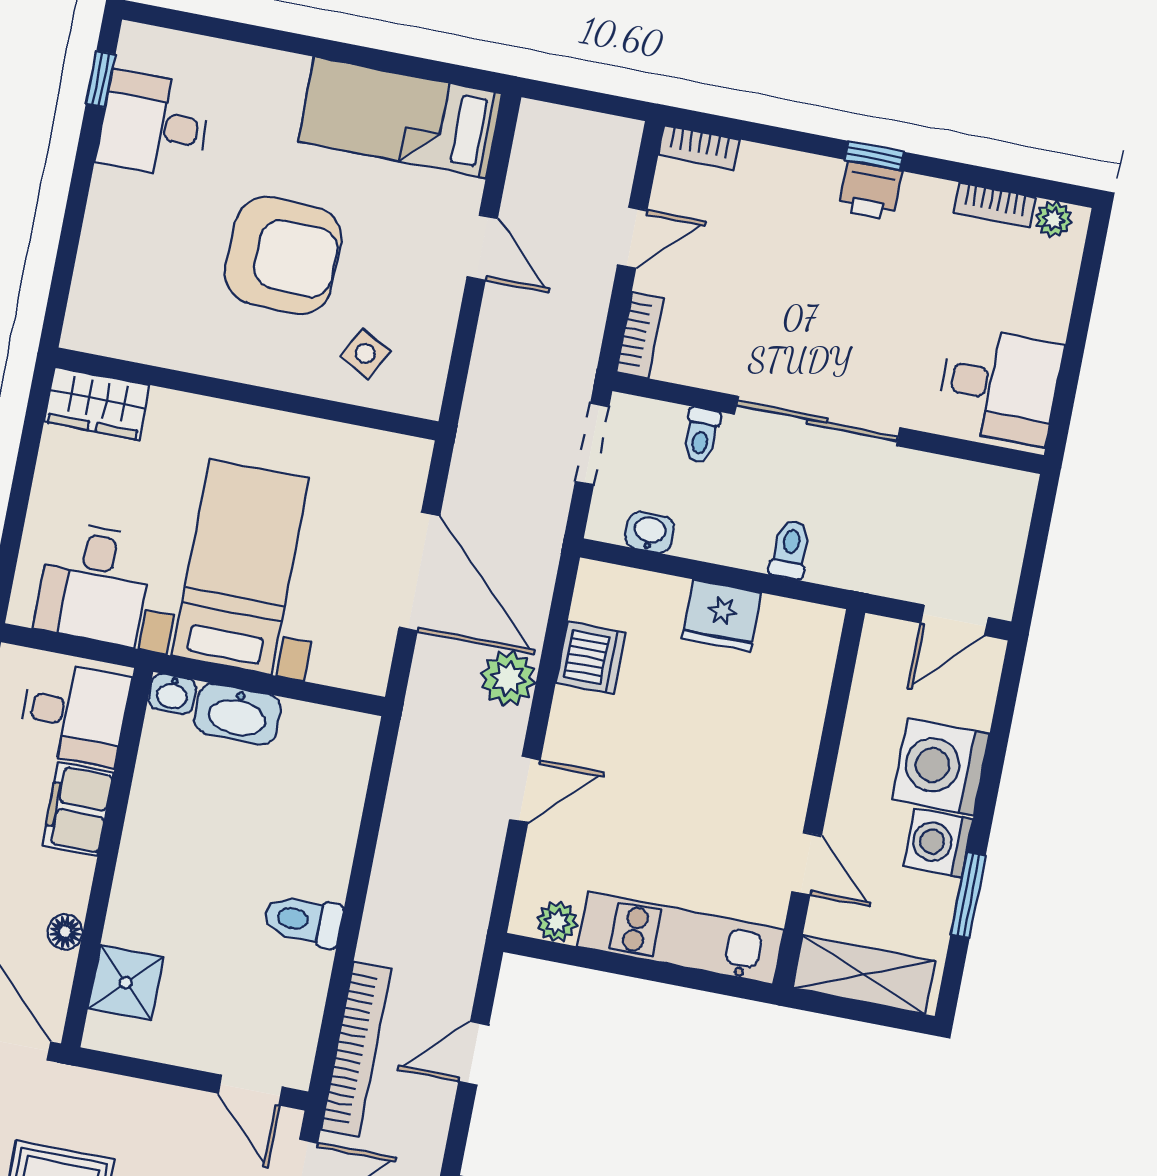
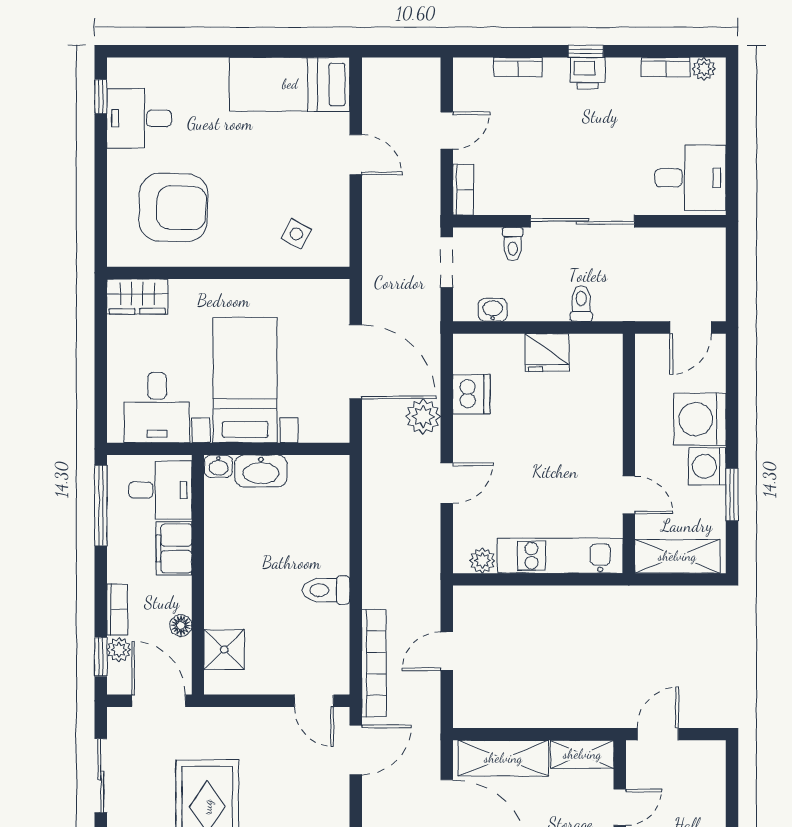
bookcase: (699, 147) -> (518, 67), moved
armchair: (283, 255) -> (173, 207), moved

